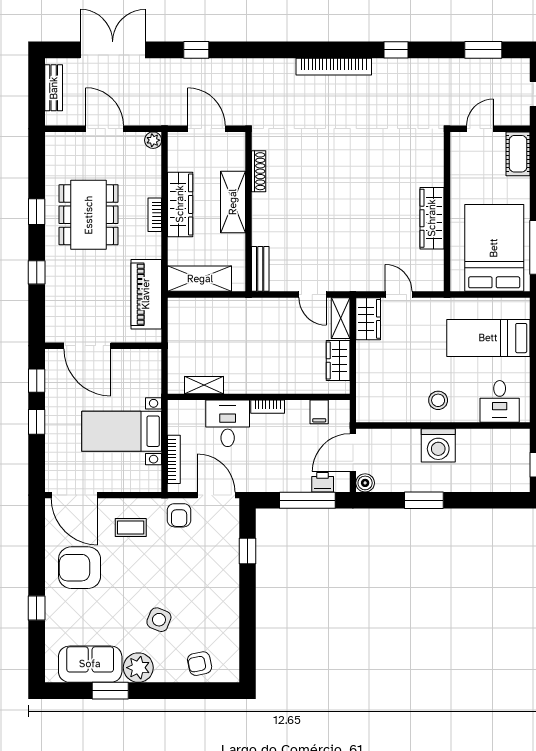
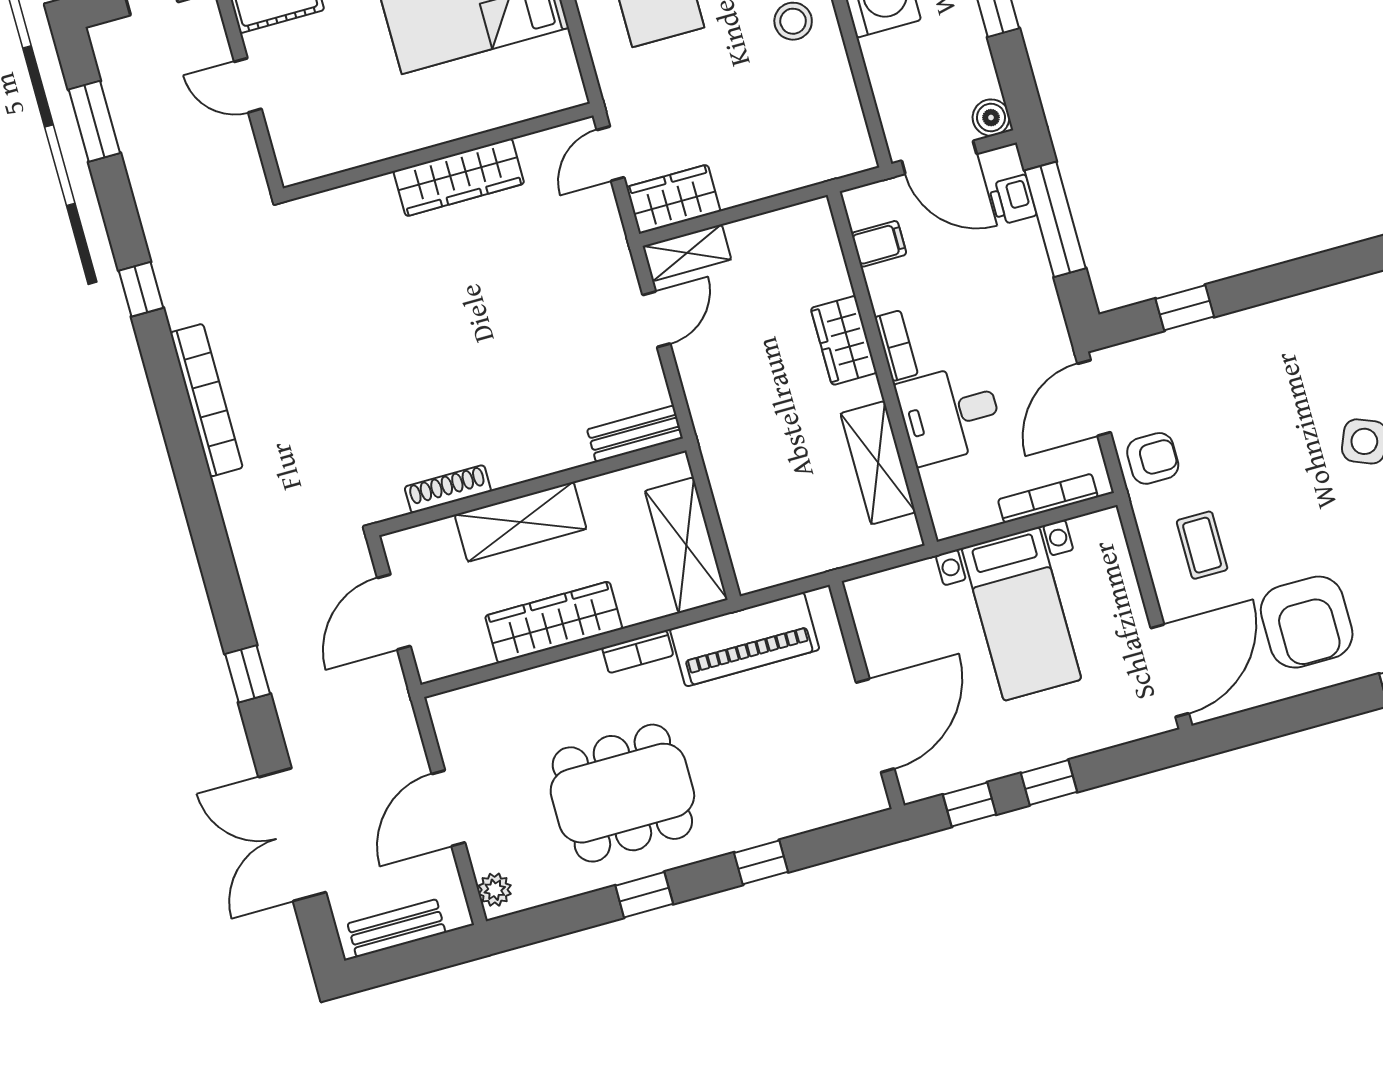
plant: (153, 140) -> (495, 890), moved
wall: (447, 212) -> (438, 152), moved
bookcase: (155, 215) -> (638, 652), moved
wardrobe: (432, 218) -> (459, 177), moved
wardrobe: (338, 361) -> (844, 340), moved, turned 90
shelving: (204, 385) -> (878, 463), width x1.50, depth x1.33

